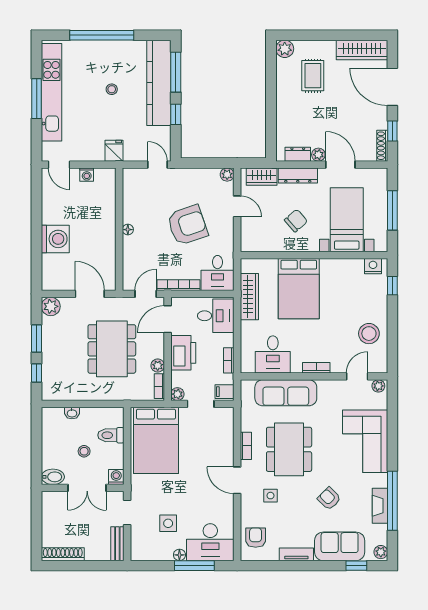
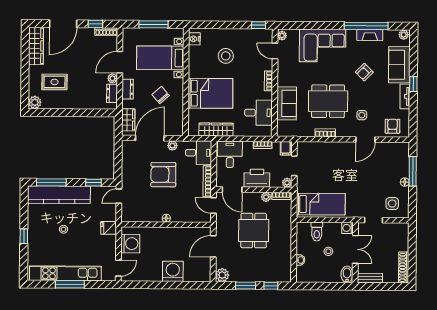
window: (102, 35) -> (24, 236), width x0.32
window: (176, 114) -> (94, 183), moved
washing machine: (87, 175) -> (130, 244), width x1.89, depth x1.89
plant: (227, 175) -> (172, 146), moved
dresser: (298, 175) -> (128, 89), width x0.70
door: (237, 206) -> (150, 138), width x1.87
armchair: (187, 225) -> (163, 175), turned -71
window: (392, 286) -> (259, 25), moved
stool: (369, 334) -> (226, 56), moved
dining table: (112, 349) -> (254, 231), width x0.73
sofa: (286, 393) -> (287, 103), width x0.73
bed: (156, 440) -> (321, 204), width x0.67
door: (237, 480) -> (365, 140), moved
side table: (168, 523) -> (392, 204), moved
armchair: (256, 538) -> (392, 126), turned 90
desk: (210, 542) -> (396, 159), removed
bench: (117, 544) -> (370, 278), moved
window: (356, 566) -> (413, 84), moved

